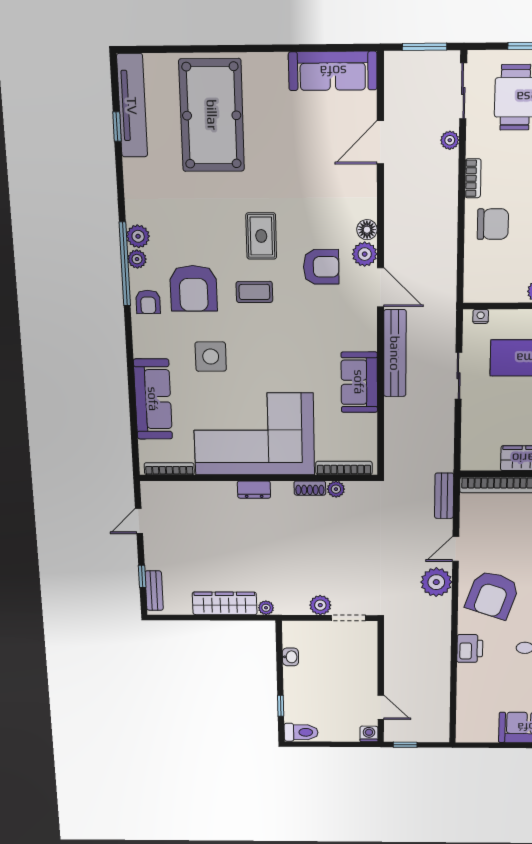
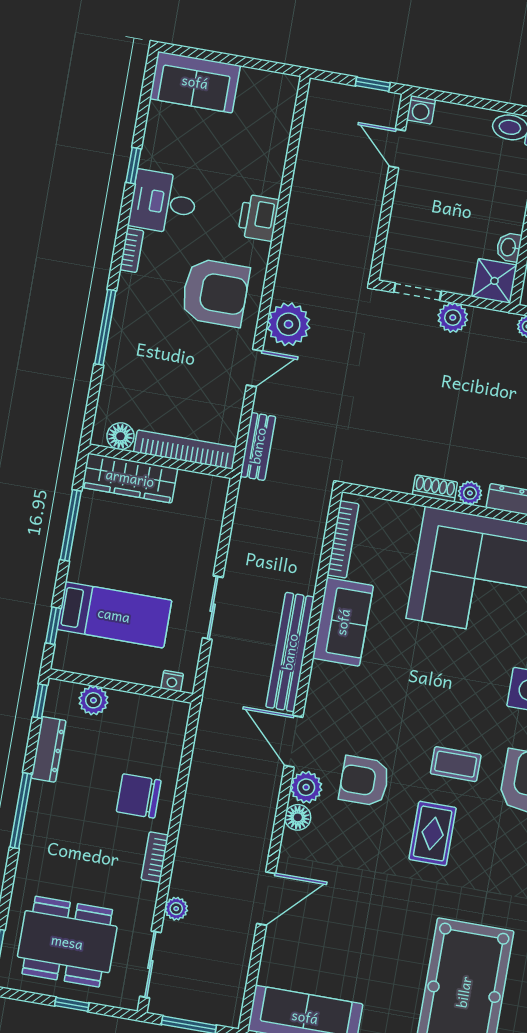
door: (380, 142) -> (266, 898), moved
bookcase: (344, 468) -> (343, 539), moved, turned -90
plant: (336, 489) -> (470, 493), moved
armchair: (492, 595) -> (215, 293), turned 71
shower: (296, 634) -> (494, 281), added

